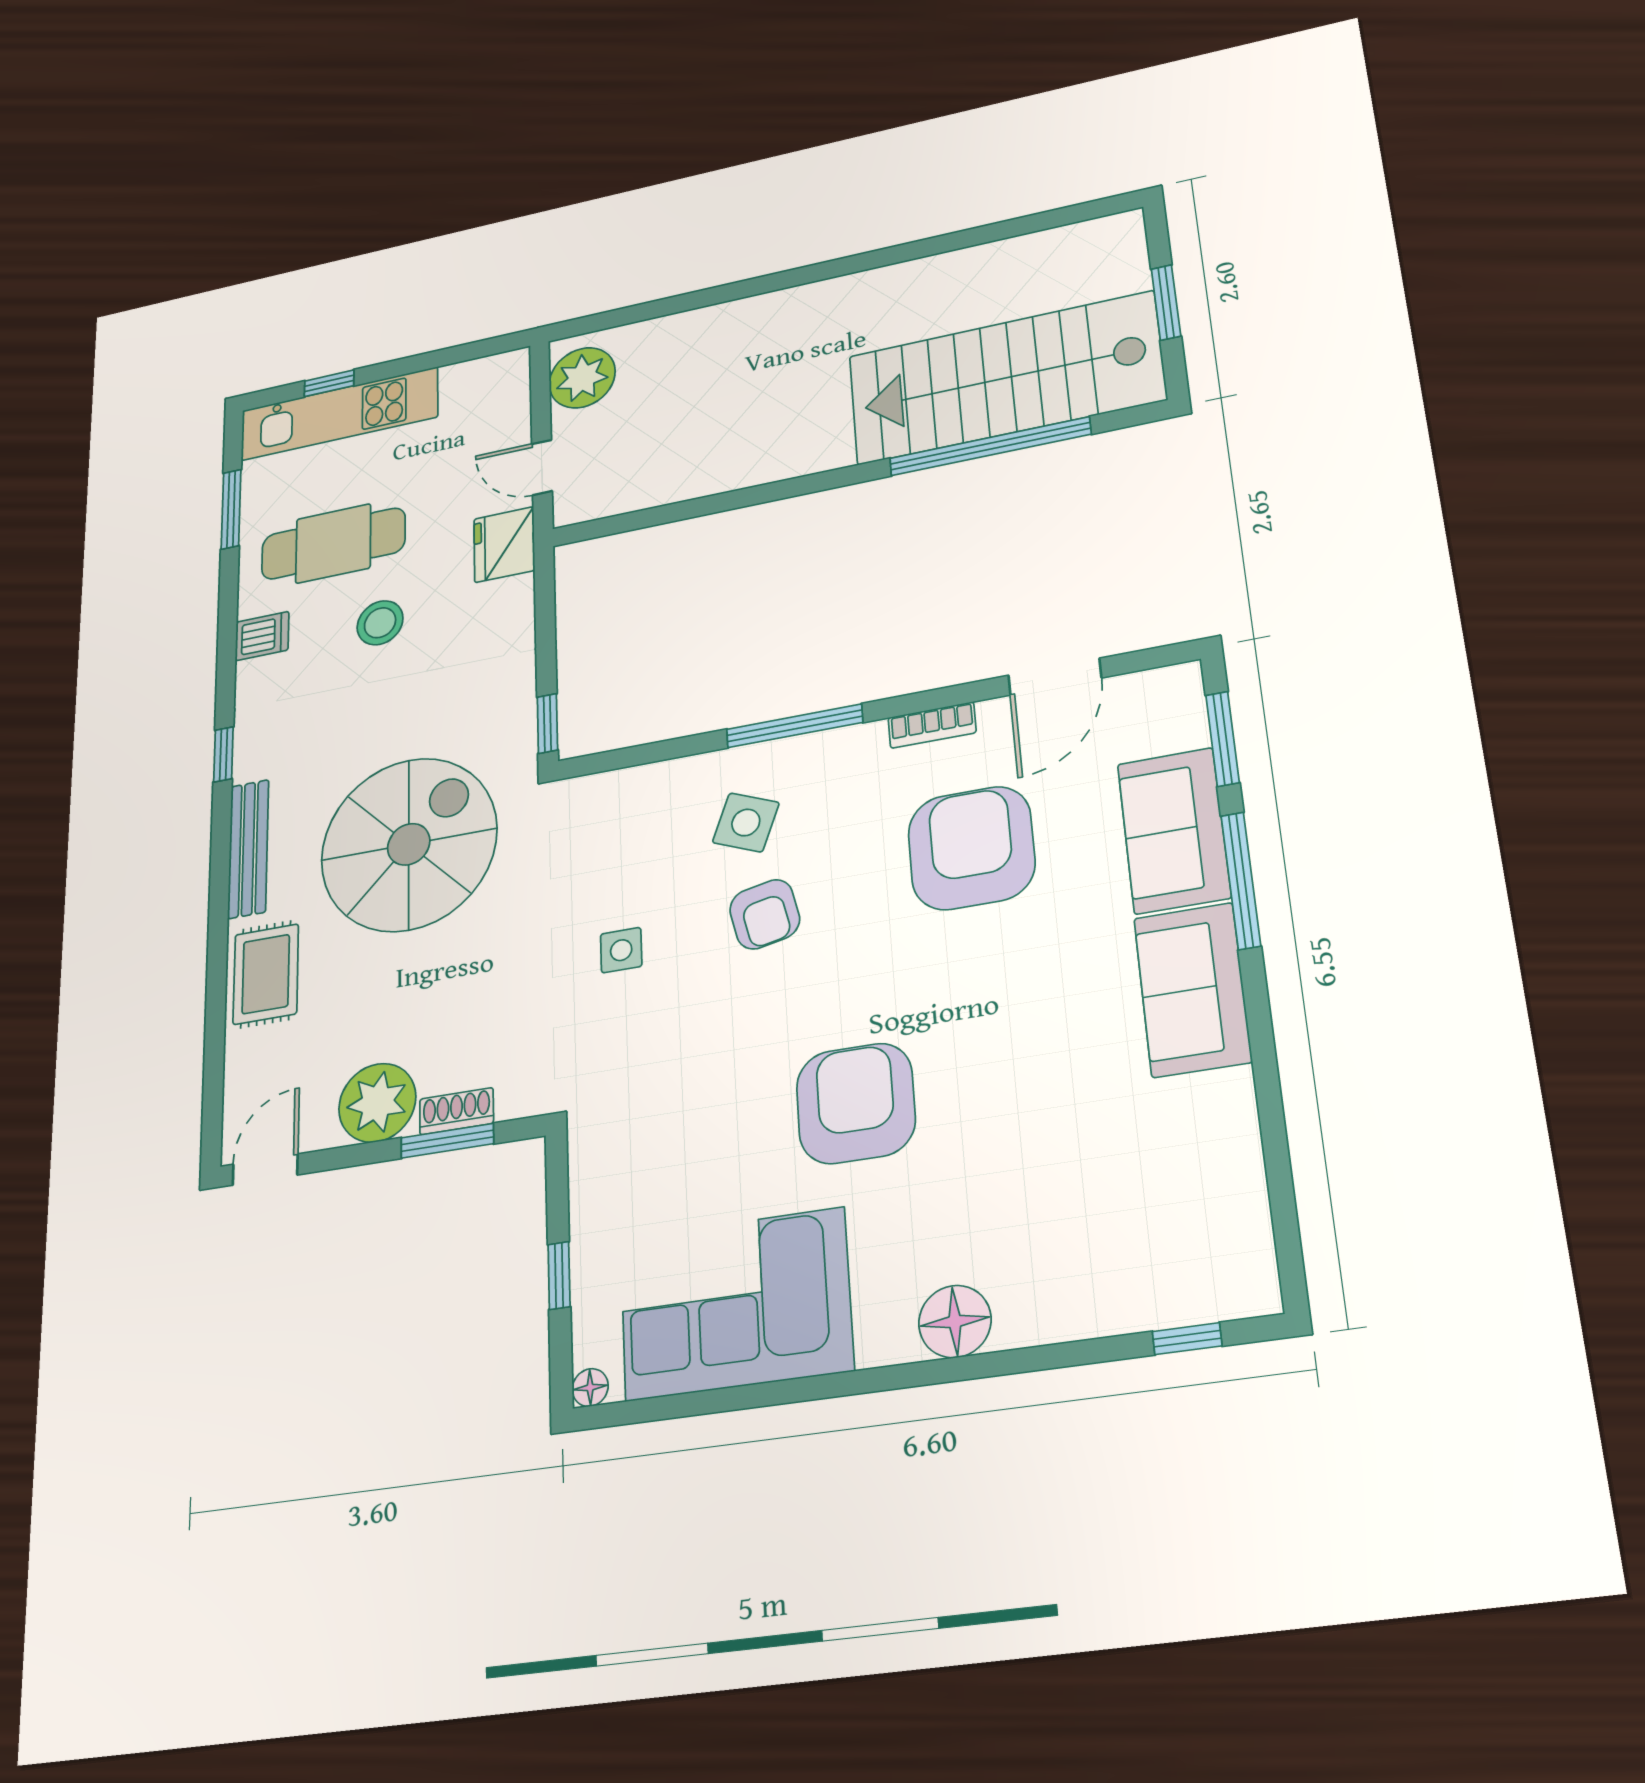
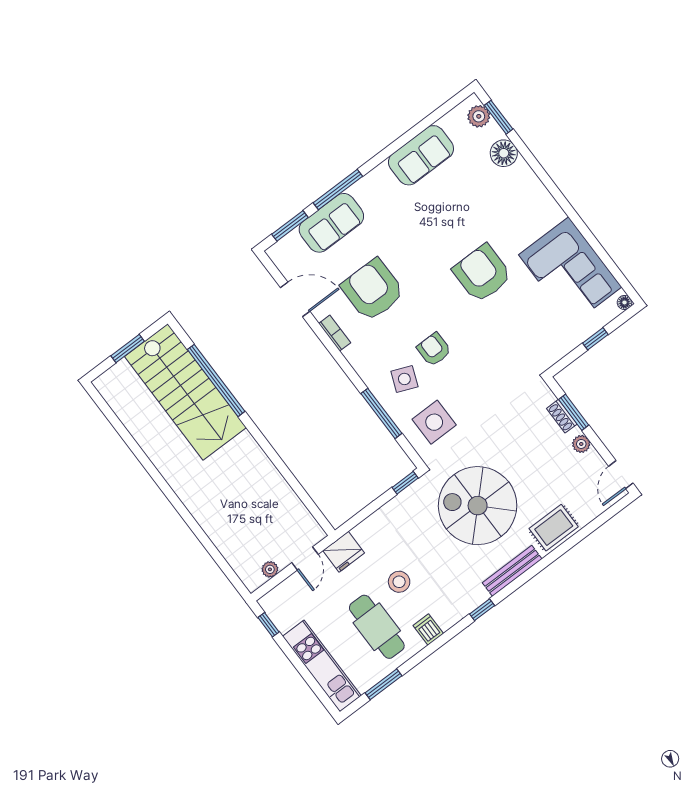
plant: (582, 378) -> (270, 569), width x0.53, depth x0.53
window: (329, 383) -> (269, 625), moved
window: (794, 726) -> (381, 413), moved
armchair: (971, 848) -> (373, 290), turned 90
armchair: (765, 914) -> (434, 349), turned -78
side table: (621, 950) -> (434, 422), moved, width x1.87, depth x1.87
sofa: (1192, 990) -> (421, 155), moved
plant: (377, 1103) -> (581, 444), width x0.53, depth x0.53
armchair: (856, 1103) -> (482, 273), turned 90
door: (265, 1170) -> (621, 475), hinge flipped
plant: (1218, 1292) -> (479, 116), added
floor lamp: (955, 1321) -> (504, 153), moved
window: (1187, 1339) -> (499, 117), width x1.50

